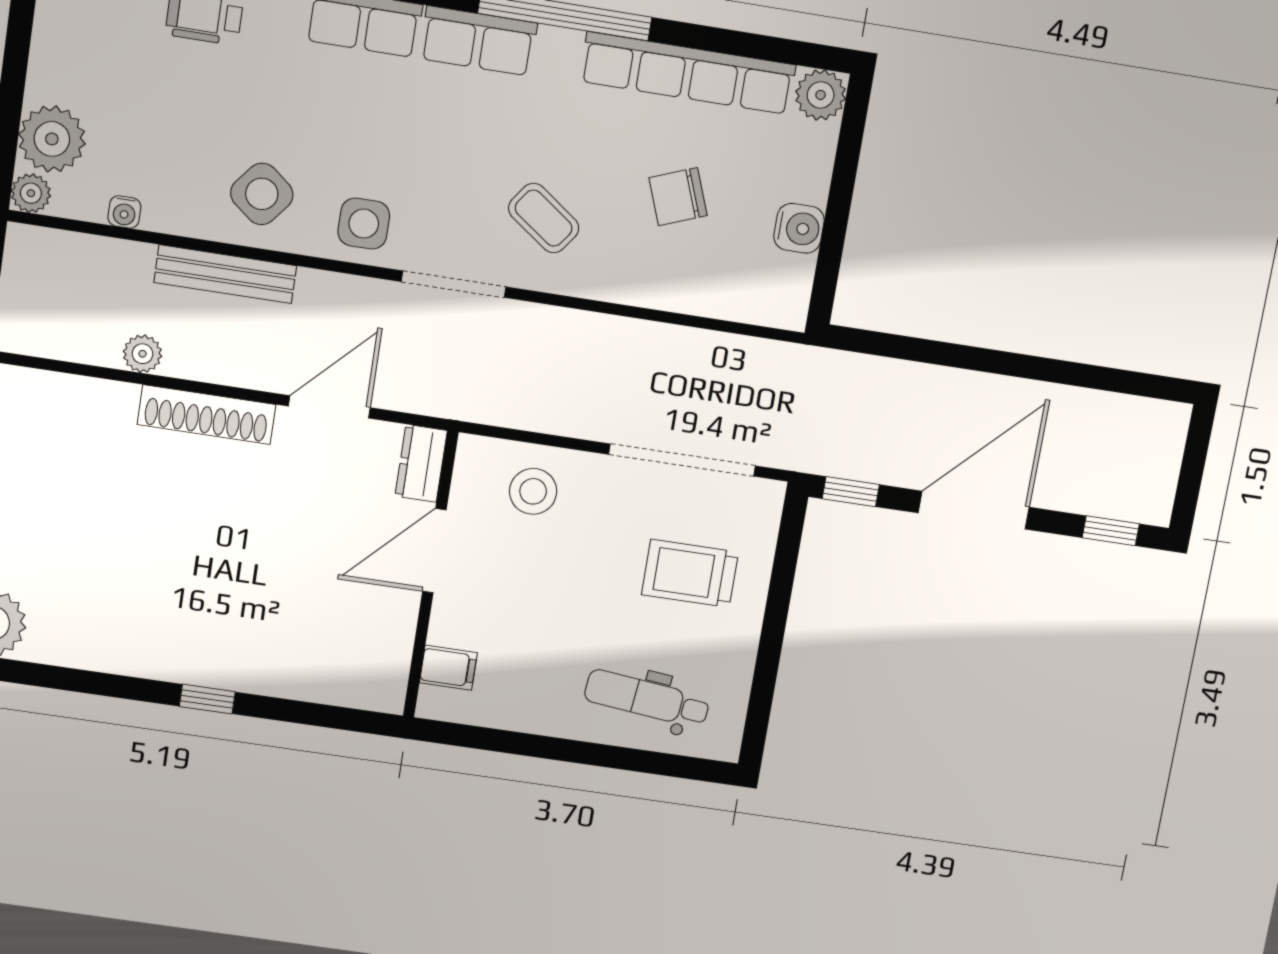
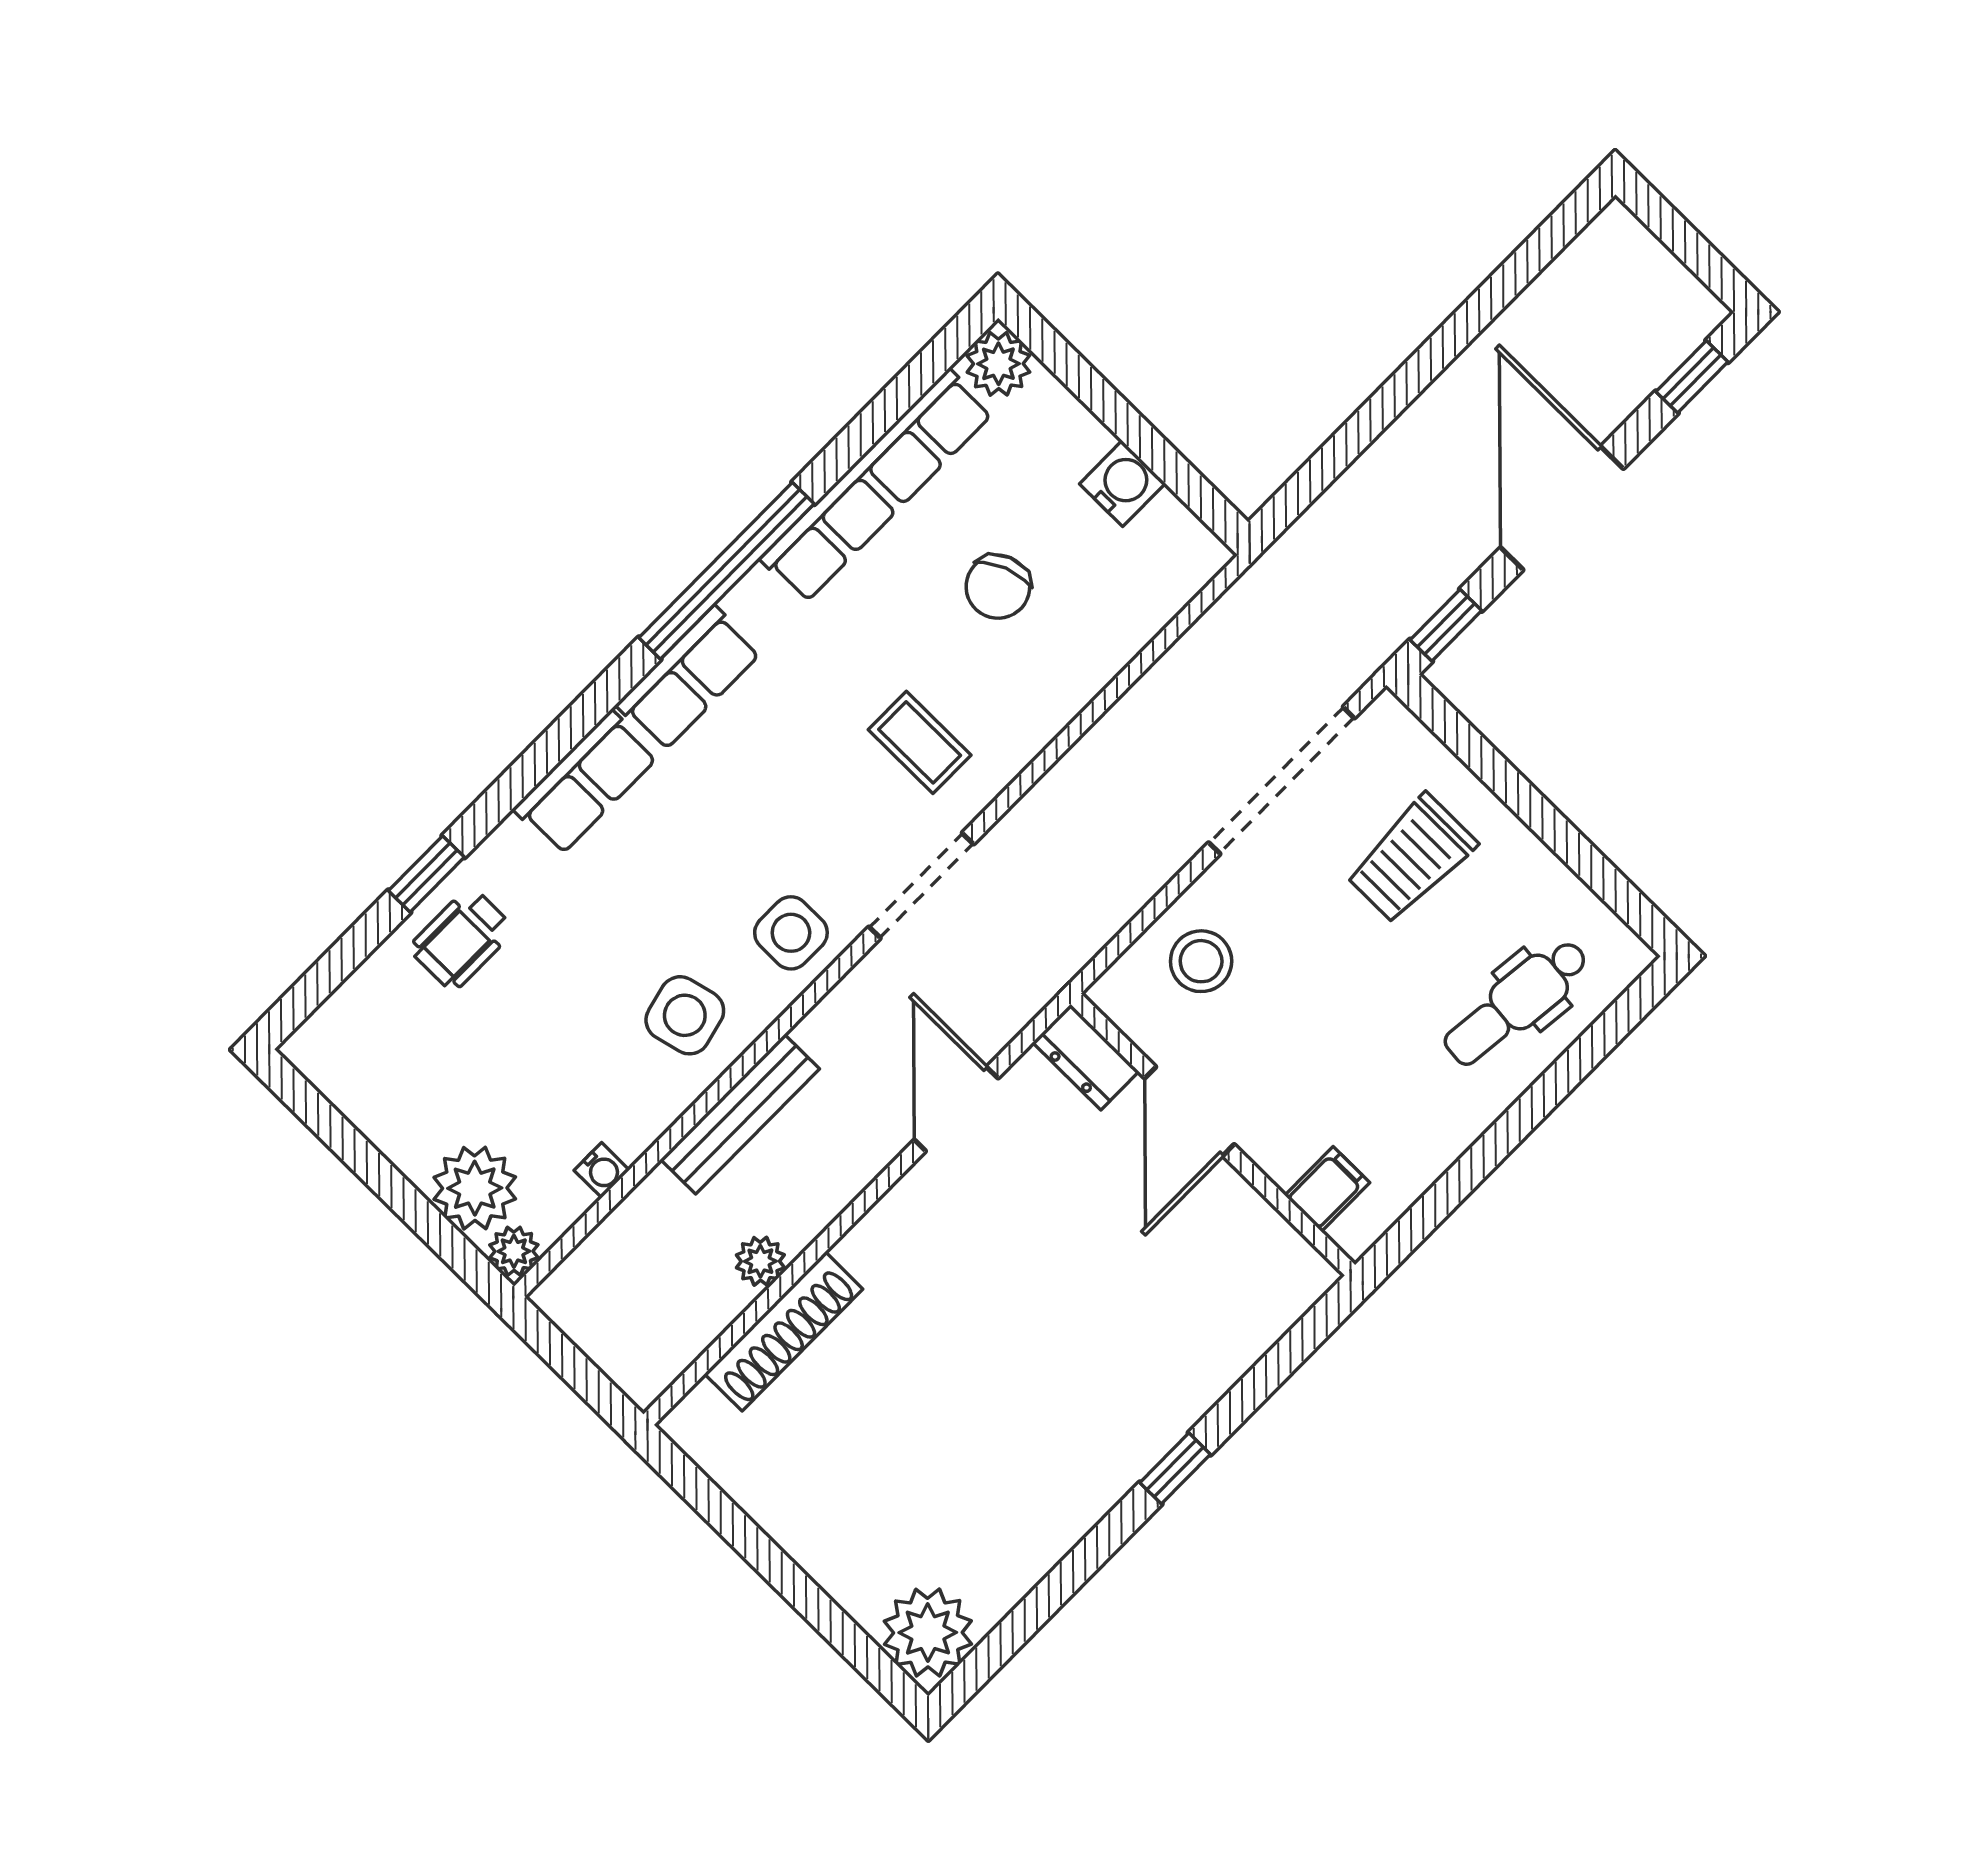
side table: (262, 194) -> (685, 1015), turned 37
coffee table: (544, 218) -> (920, 742), turned 54
shoe rack: (207, 415) -> (784, 1331), moved

